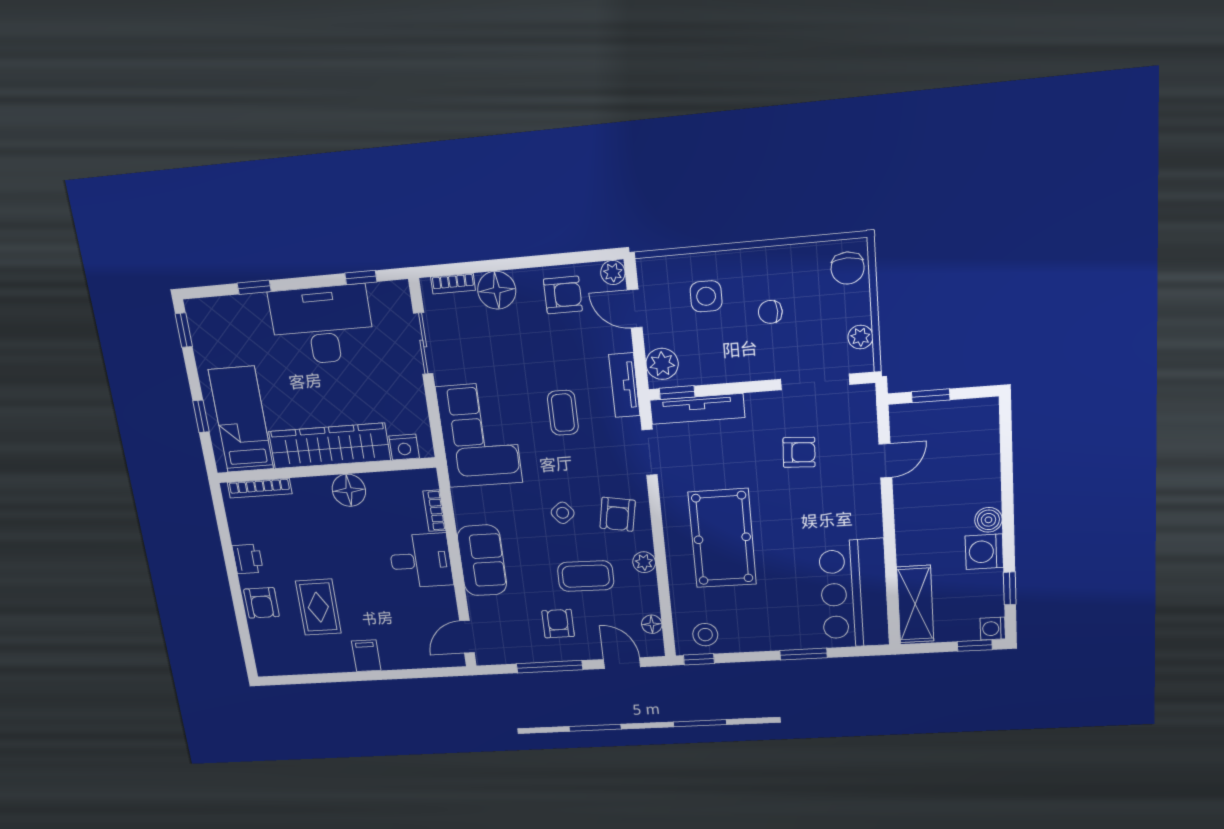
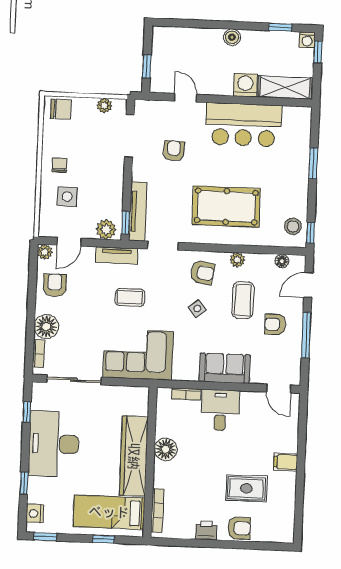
chair: (770, 312) -> (59, 165), moved, turned 180
sliding door: (423, 344) -> (74, 380), width x1.37
nightstand: (404, 447) -> (35, 513), moved, turned 180
washing machine: (984, 552) -> (245, 85), moved, turned 180
bar counter: (854, 594) -> (244, 125), moved

